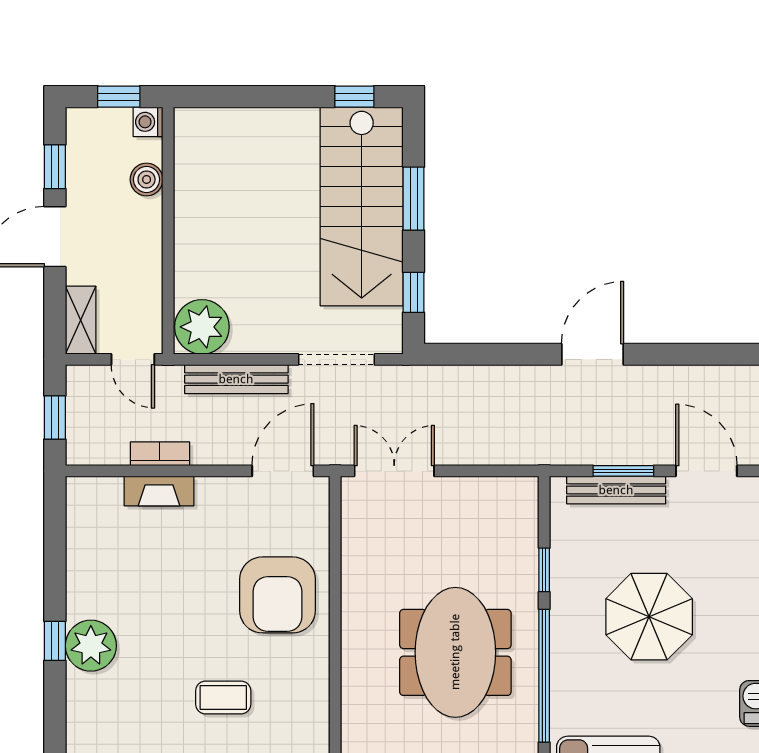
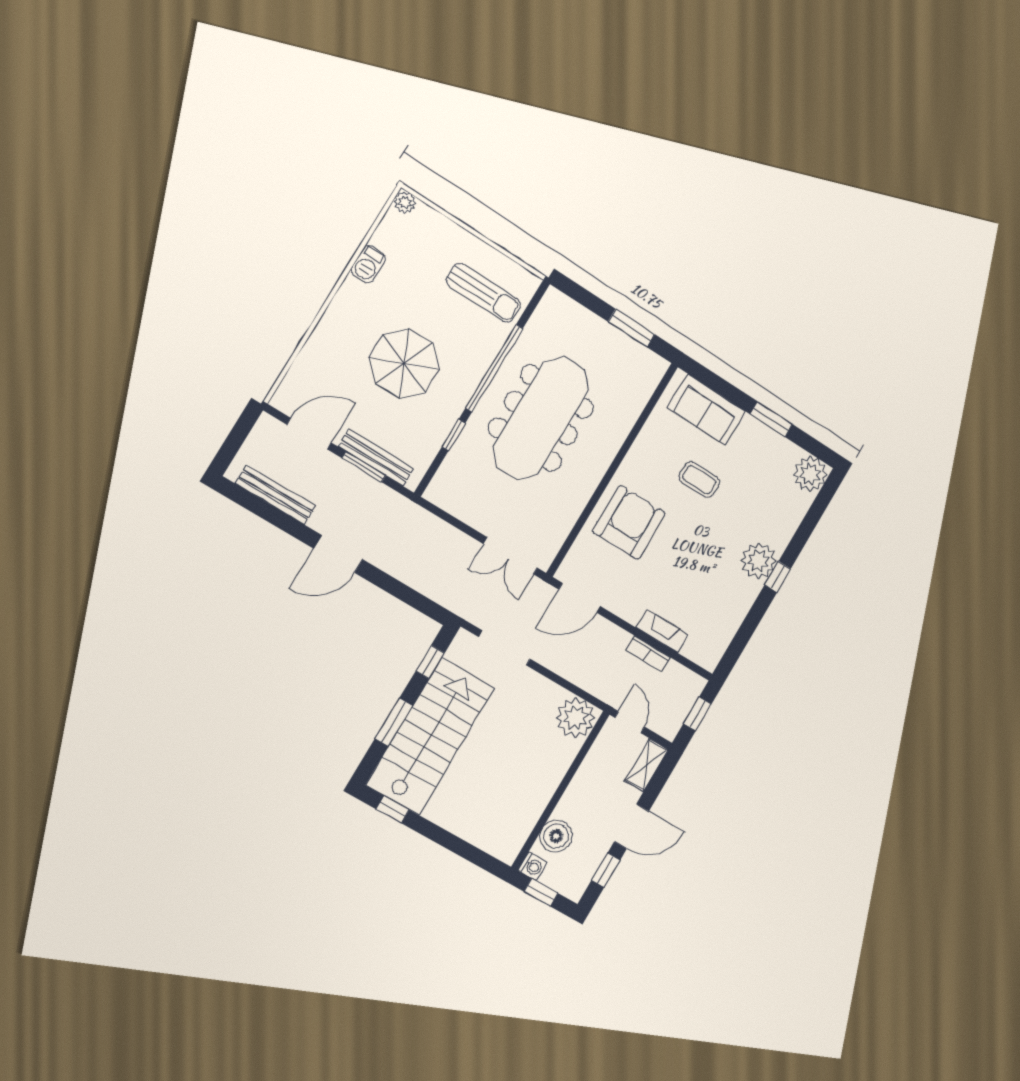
boiler: (147, 179) -> (556, 836), width x1.36, depth x1.36
bench: (236, 379) -> (276, 495), moved
door: (706, 471) -> (309, 434), swing flipped
meeting table: (455, 652) -> (541, 418), width x1.36

